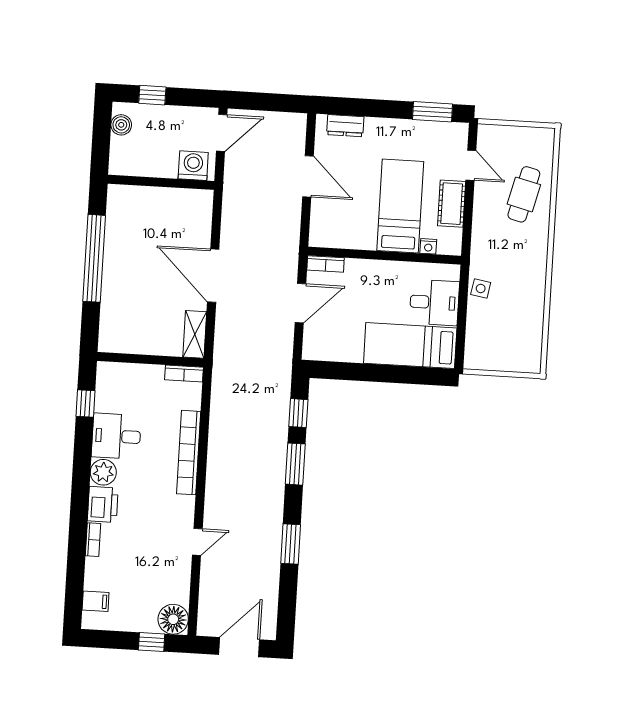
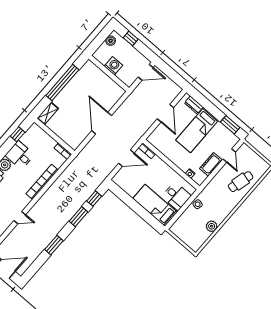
washing machine: (193, 166) -> (113, 66), moved
bed: (400, 206) -> (197, 130), moved, turned 180
plant: (533, 308) -> (212, 226), added
shelving: (195, 334) -> (48, 113), moved

